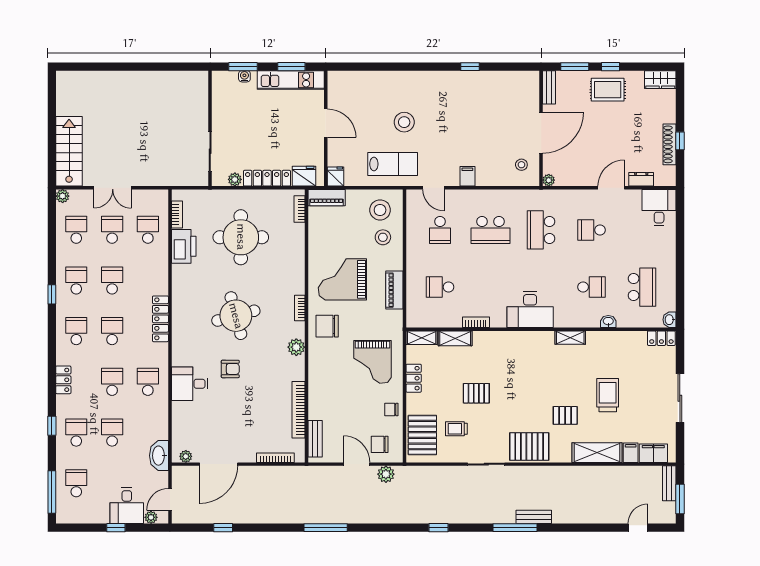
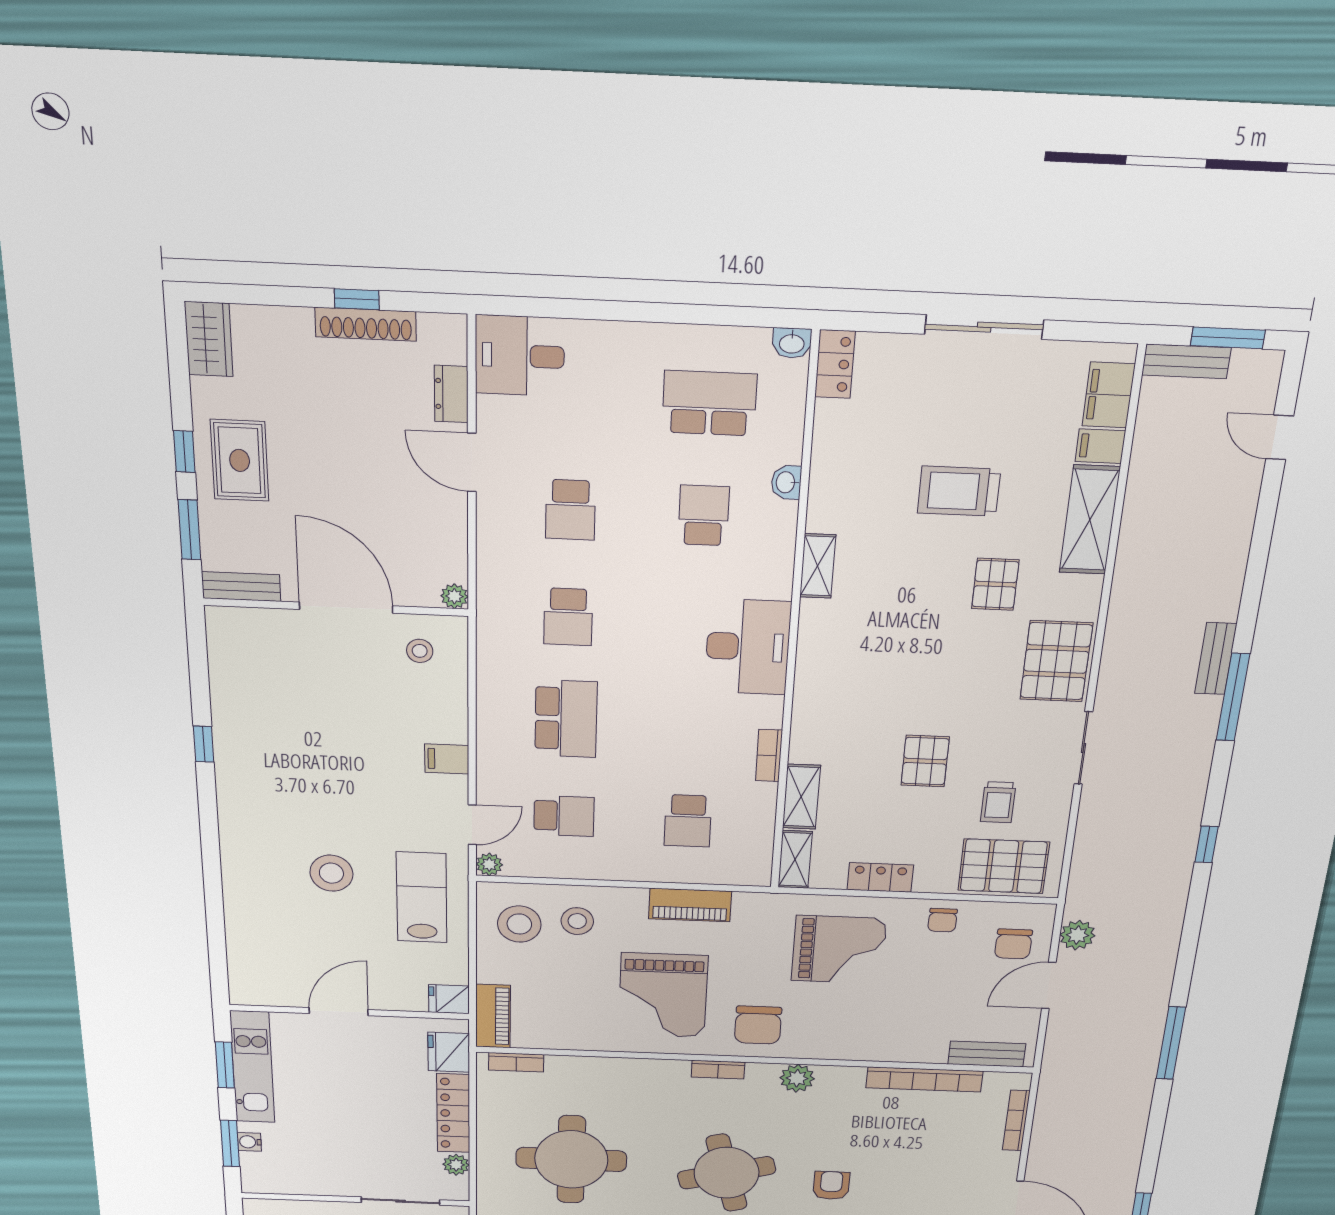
plant: (412, 196) -> (489, 864), added
school desk: (541, 230) -> (568, 617), width x0.54

